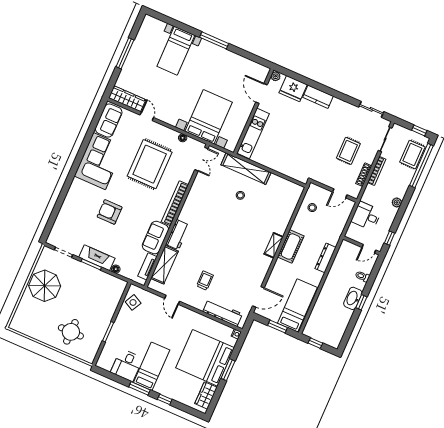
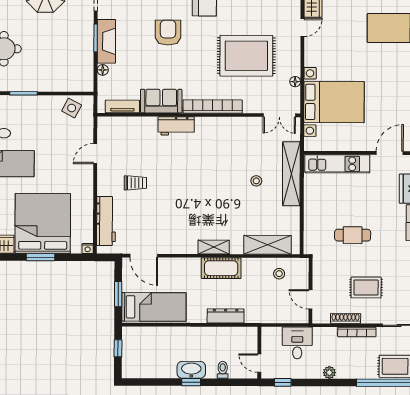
cafe table: (308, 144) -> (353, 235), added
shelving: (164, 265) -> (268, 245), moved

